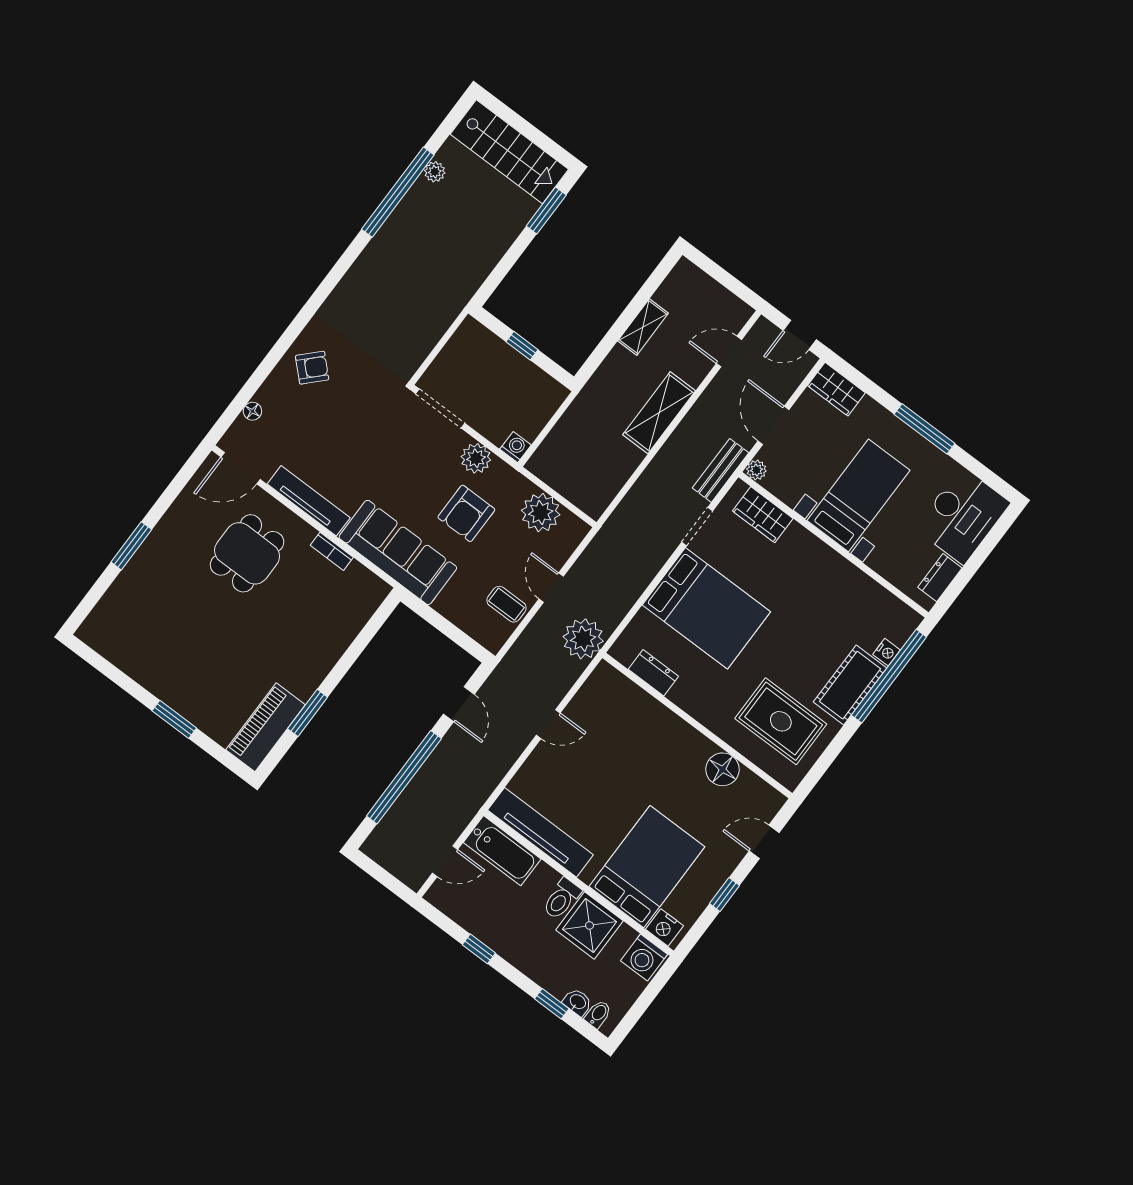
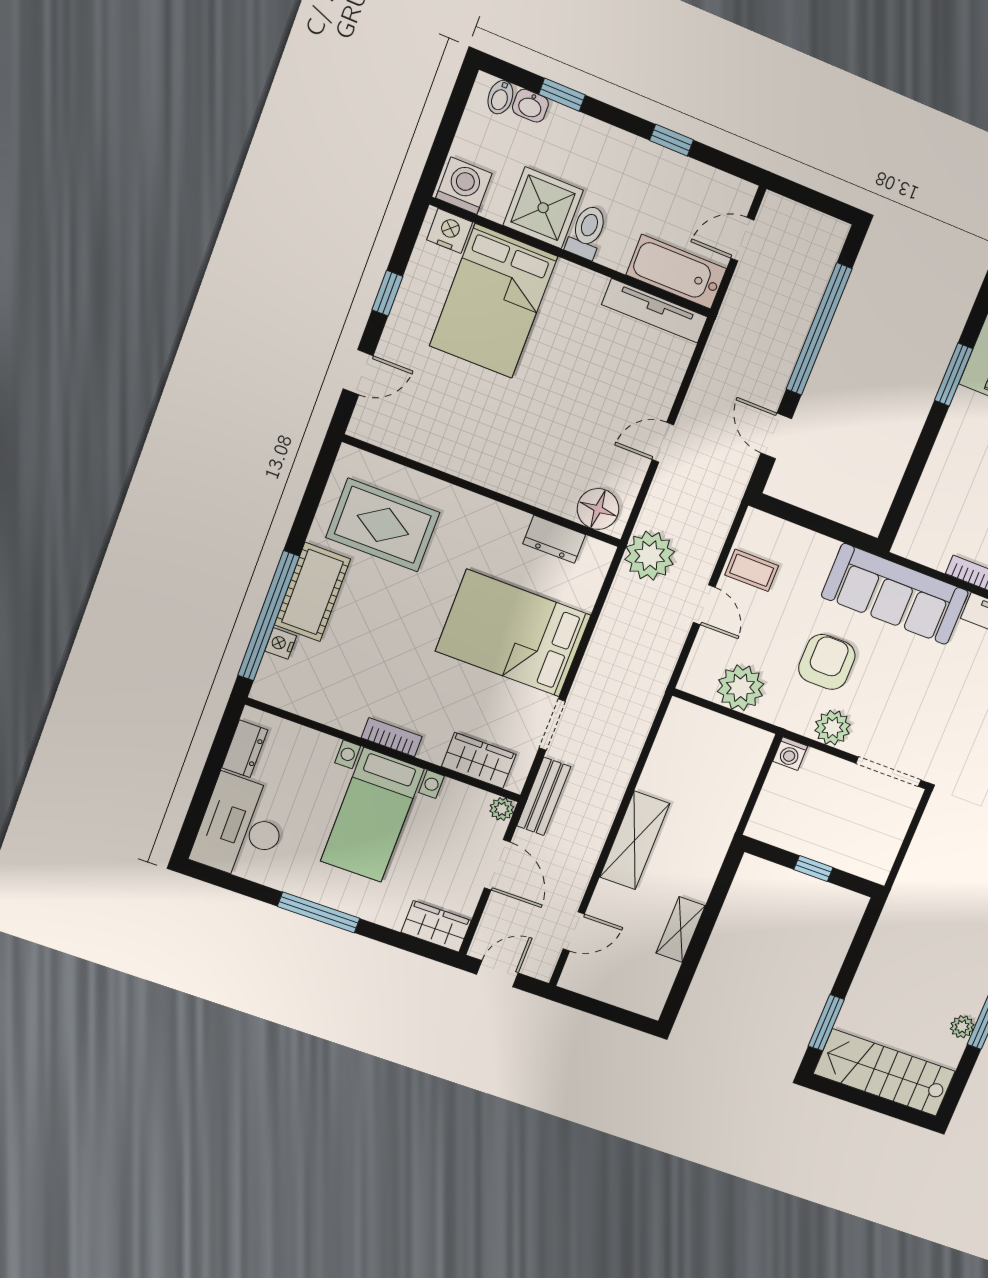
bookcase: (825, 553) -> (392, 737), added
floor lamp: (723, 769) -> (598, 509), moved
tv unit: (540, 832) -> (655, 311), width x0.73, depth x0.78

